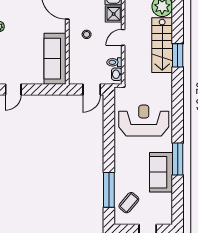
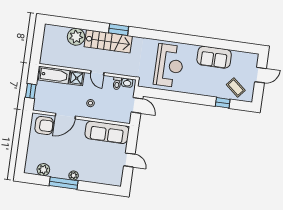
door: (13, 89) -> (129, 160), moved
reception desk: (144, 121) -> (169, 66), turned 180
window: (178, 159) -> (205, 42), removed
window: (109, 190) -> (223, 103), width x0.46

